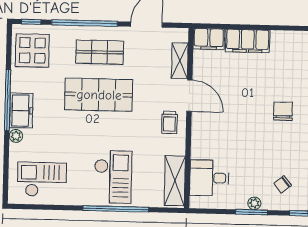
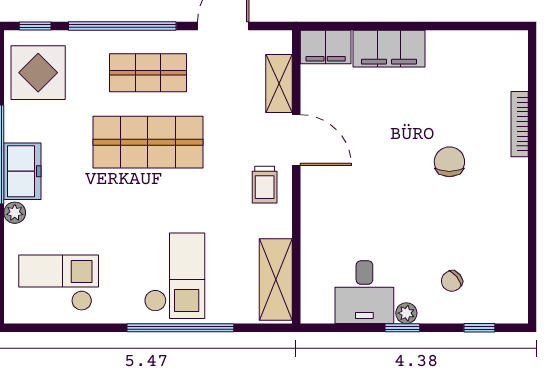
desk: (209, 178) -> (364, 292), moved, turned -90
window: (252, 212) -> (402, 328), width x0.67

